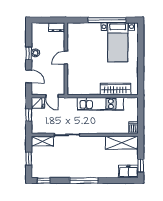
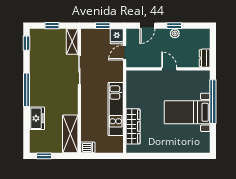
window: (107, 20) -> (213, 102), moved
bed with nightstands: (118, 42) -> (187, 112), moved
freezer: (128, 171) -> (37, 118), moved

